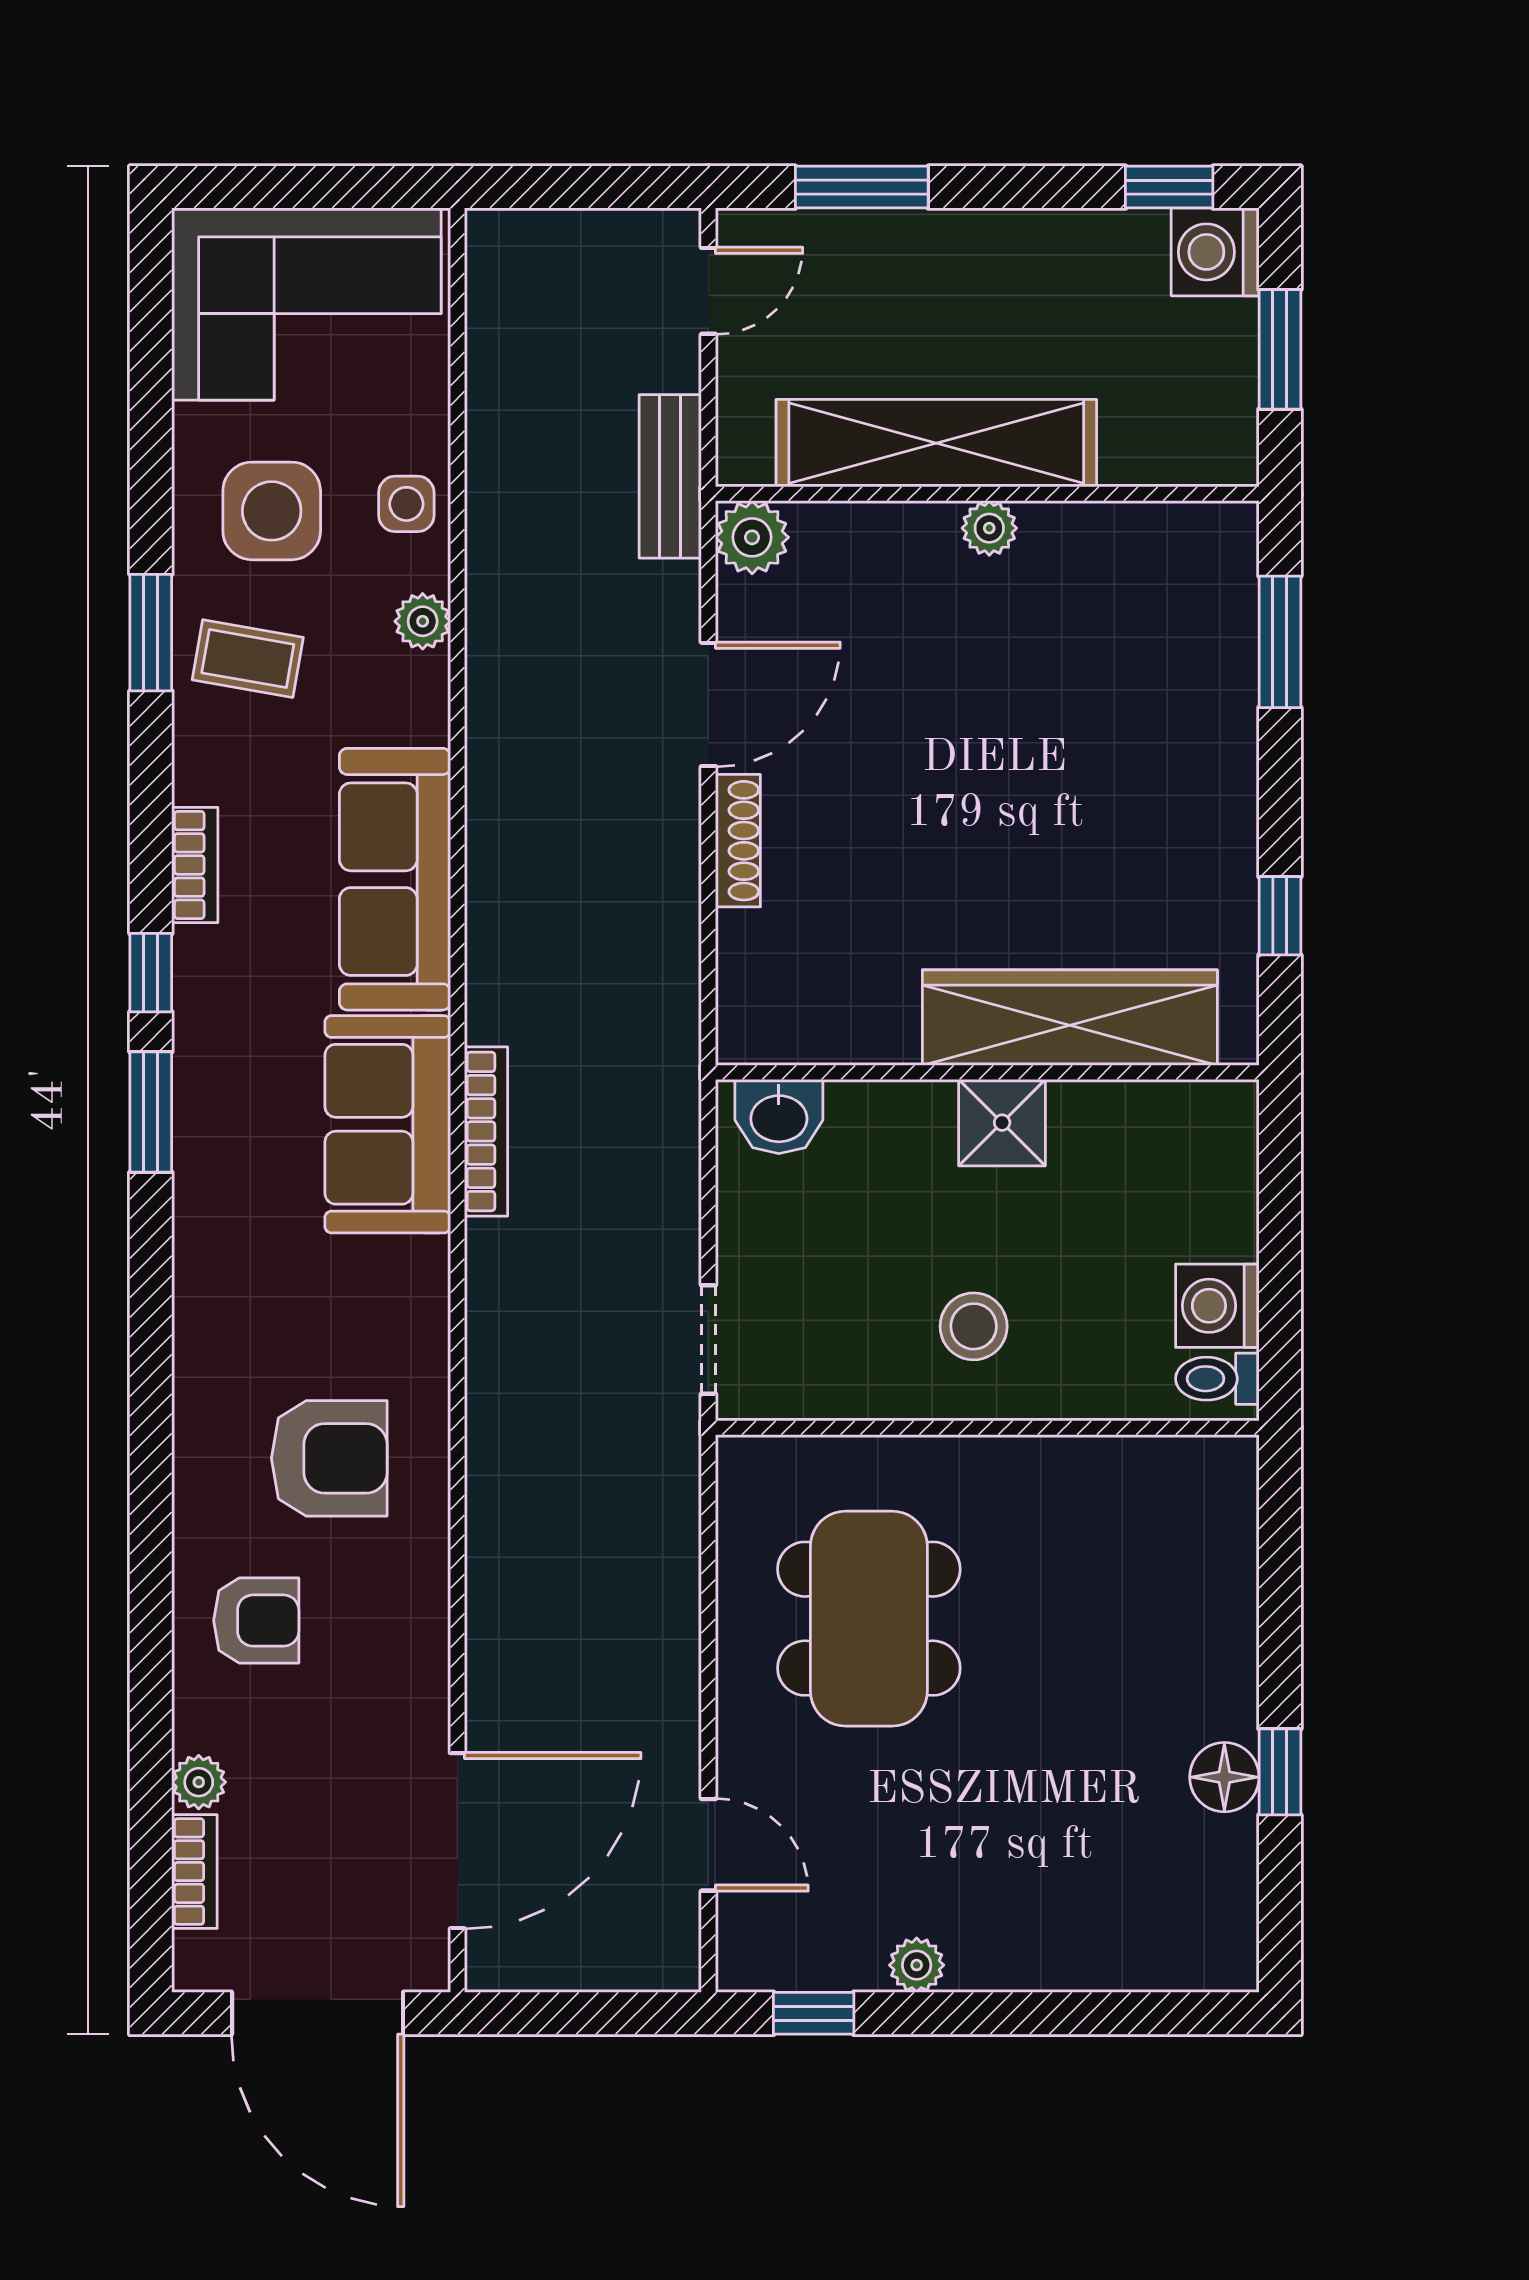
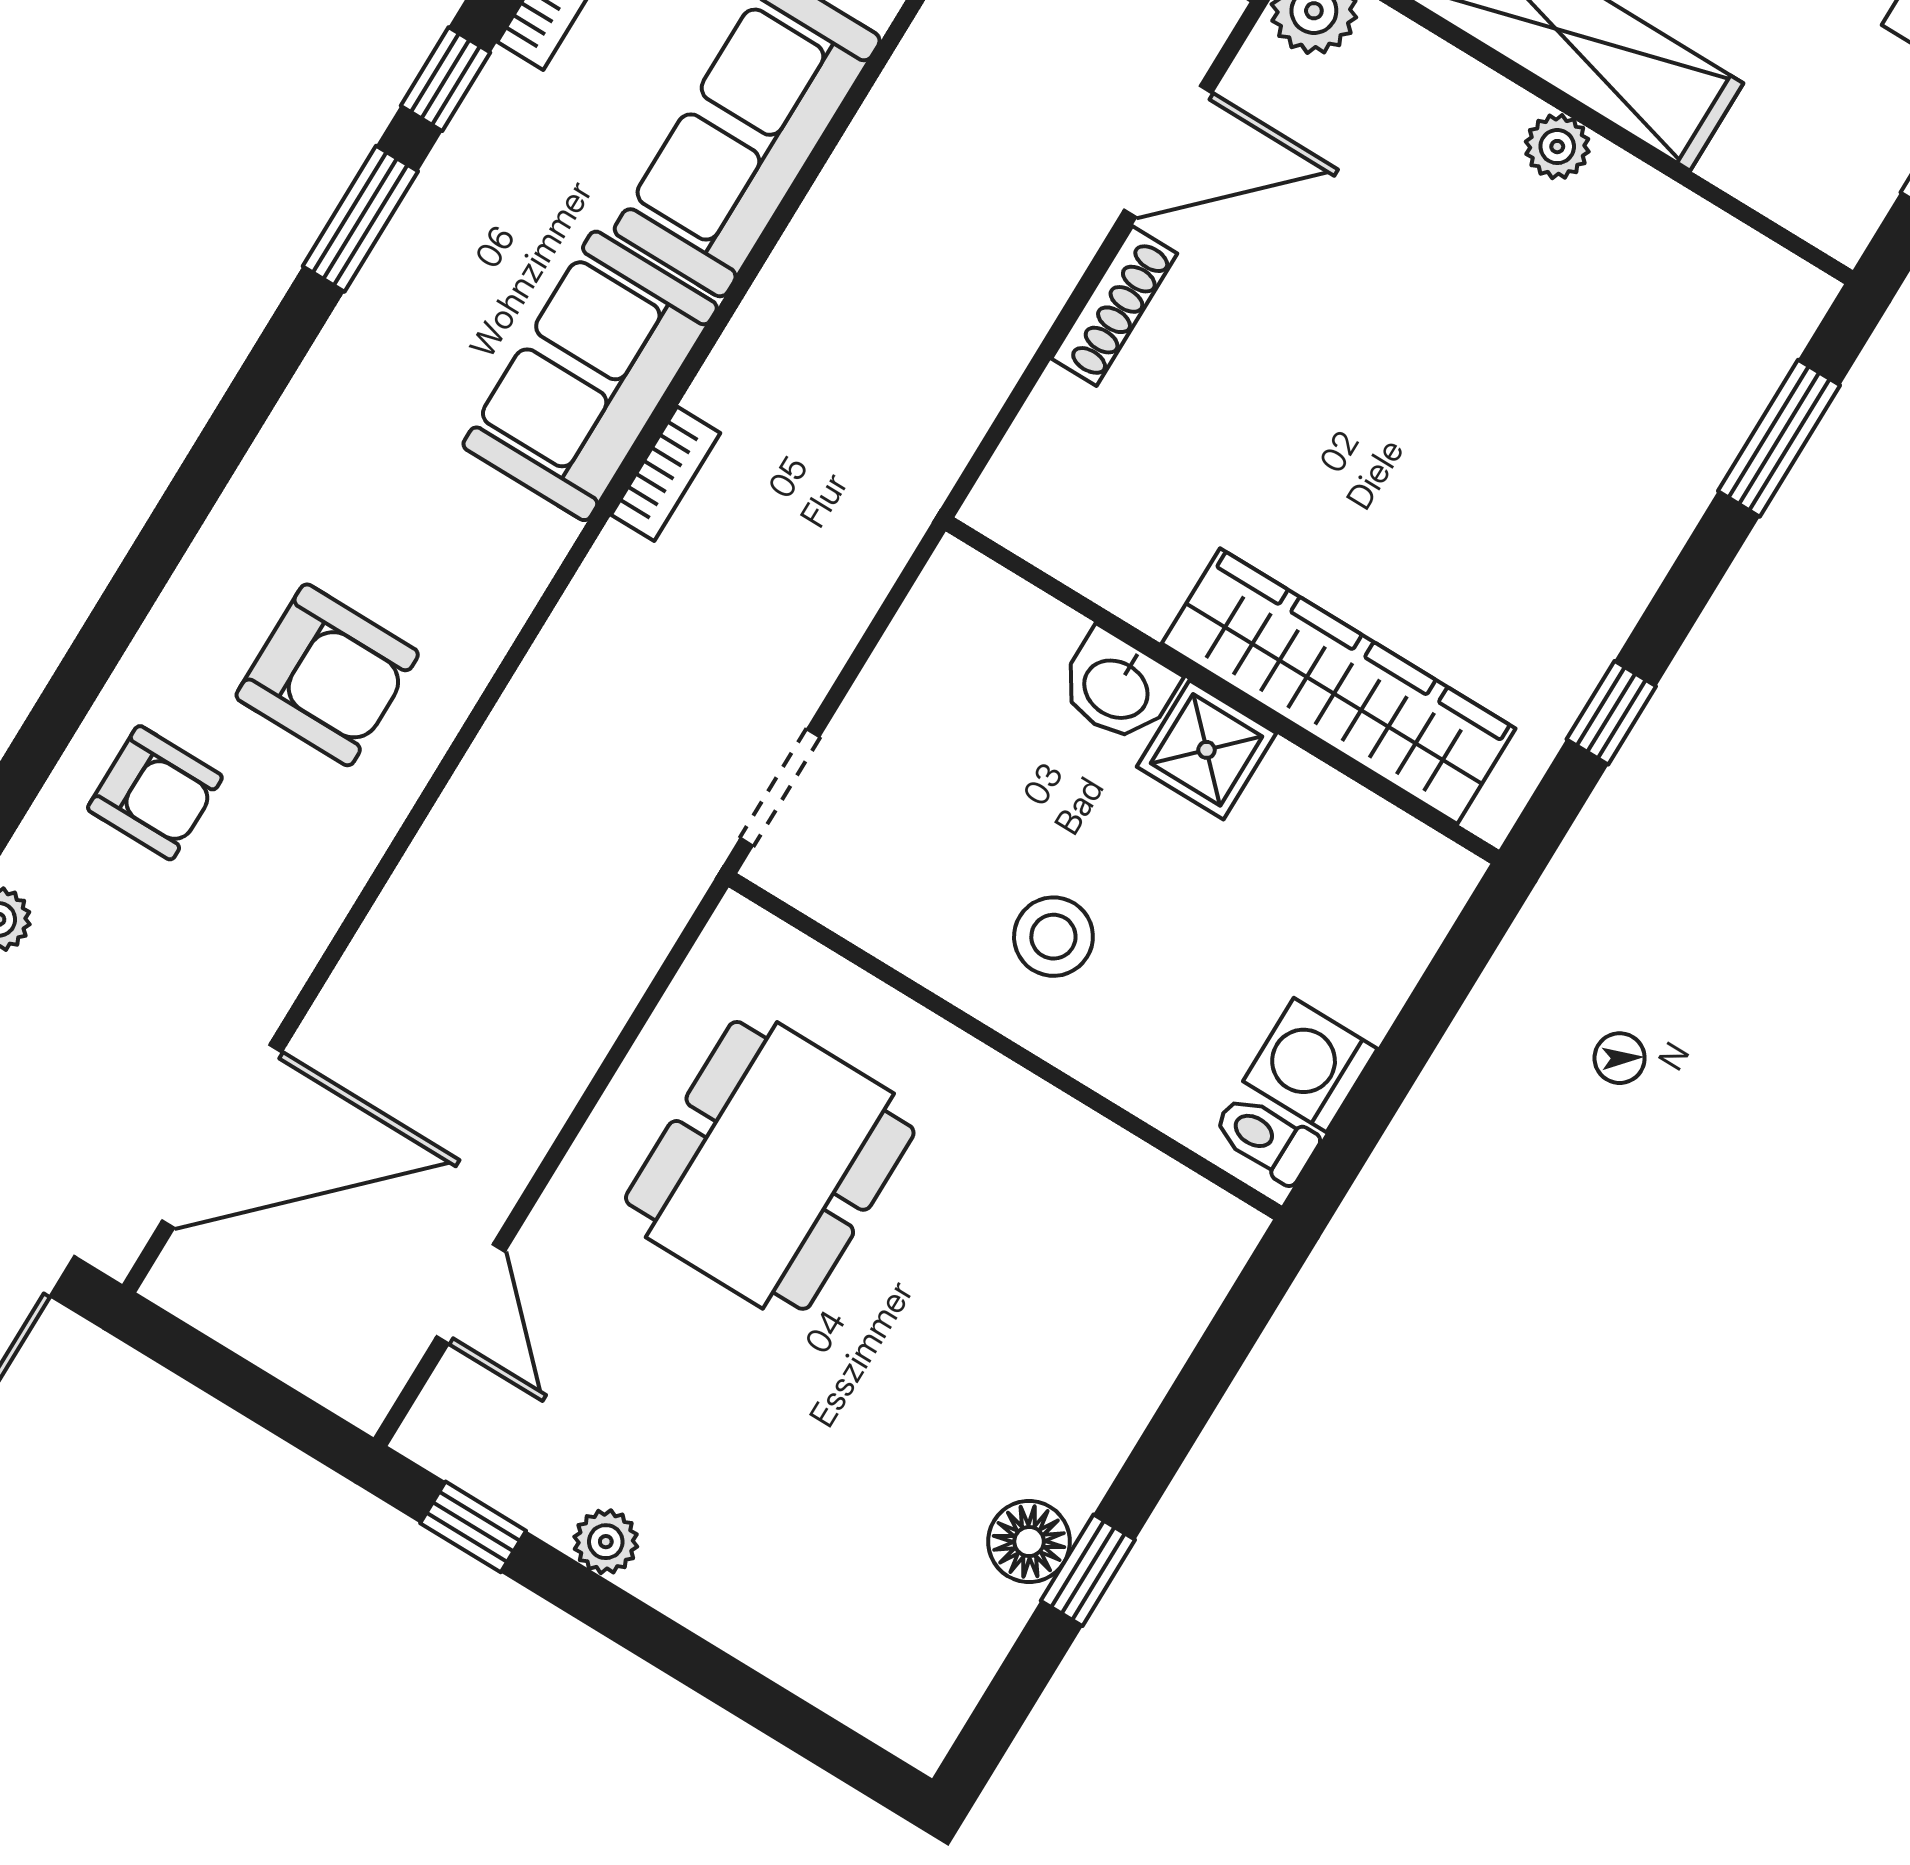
washbasin: (779, 1116) -> (1117, 687), moved
bookcase: (486, 1131) -> (666, 474), width x0.64

